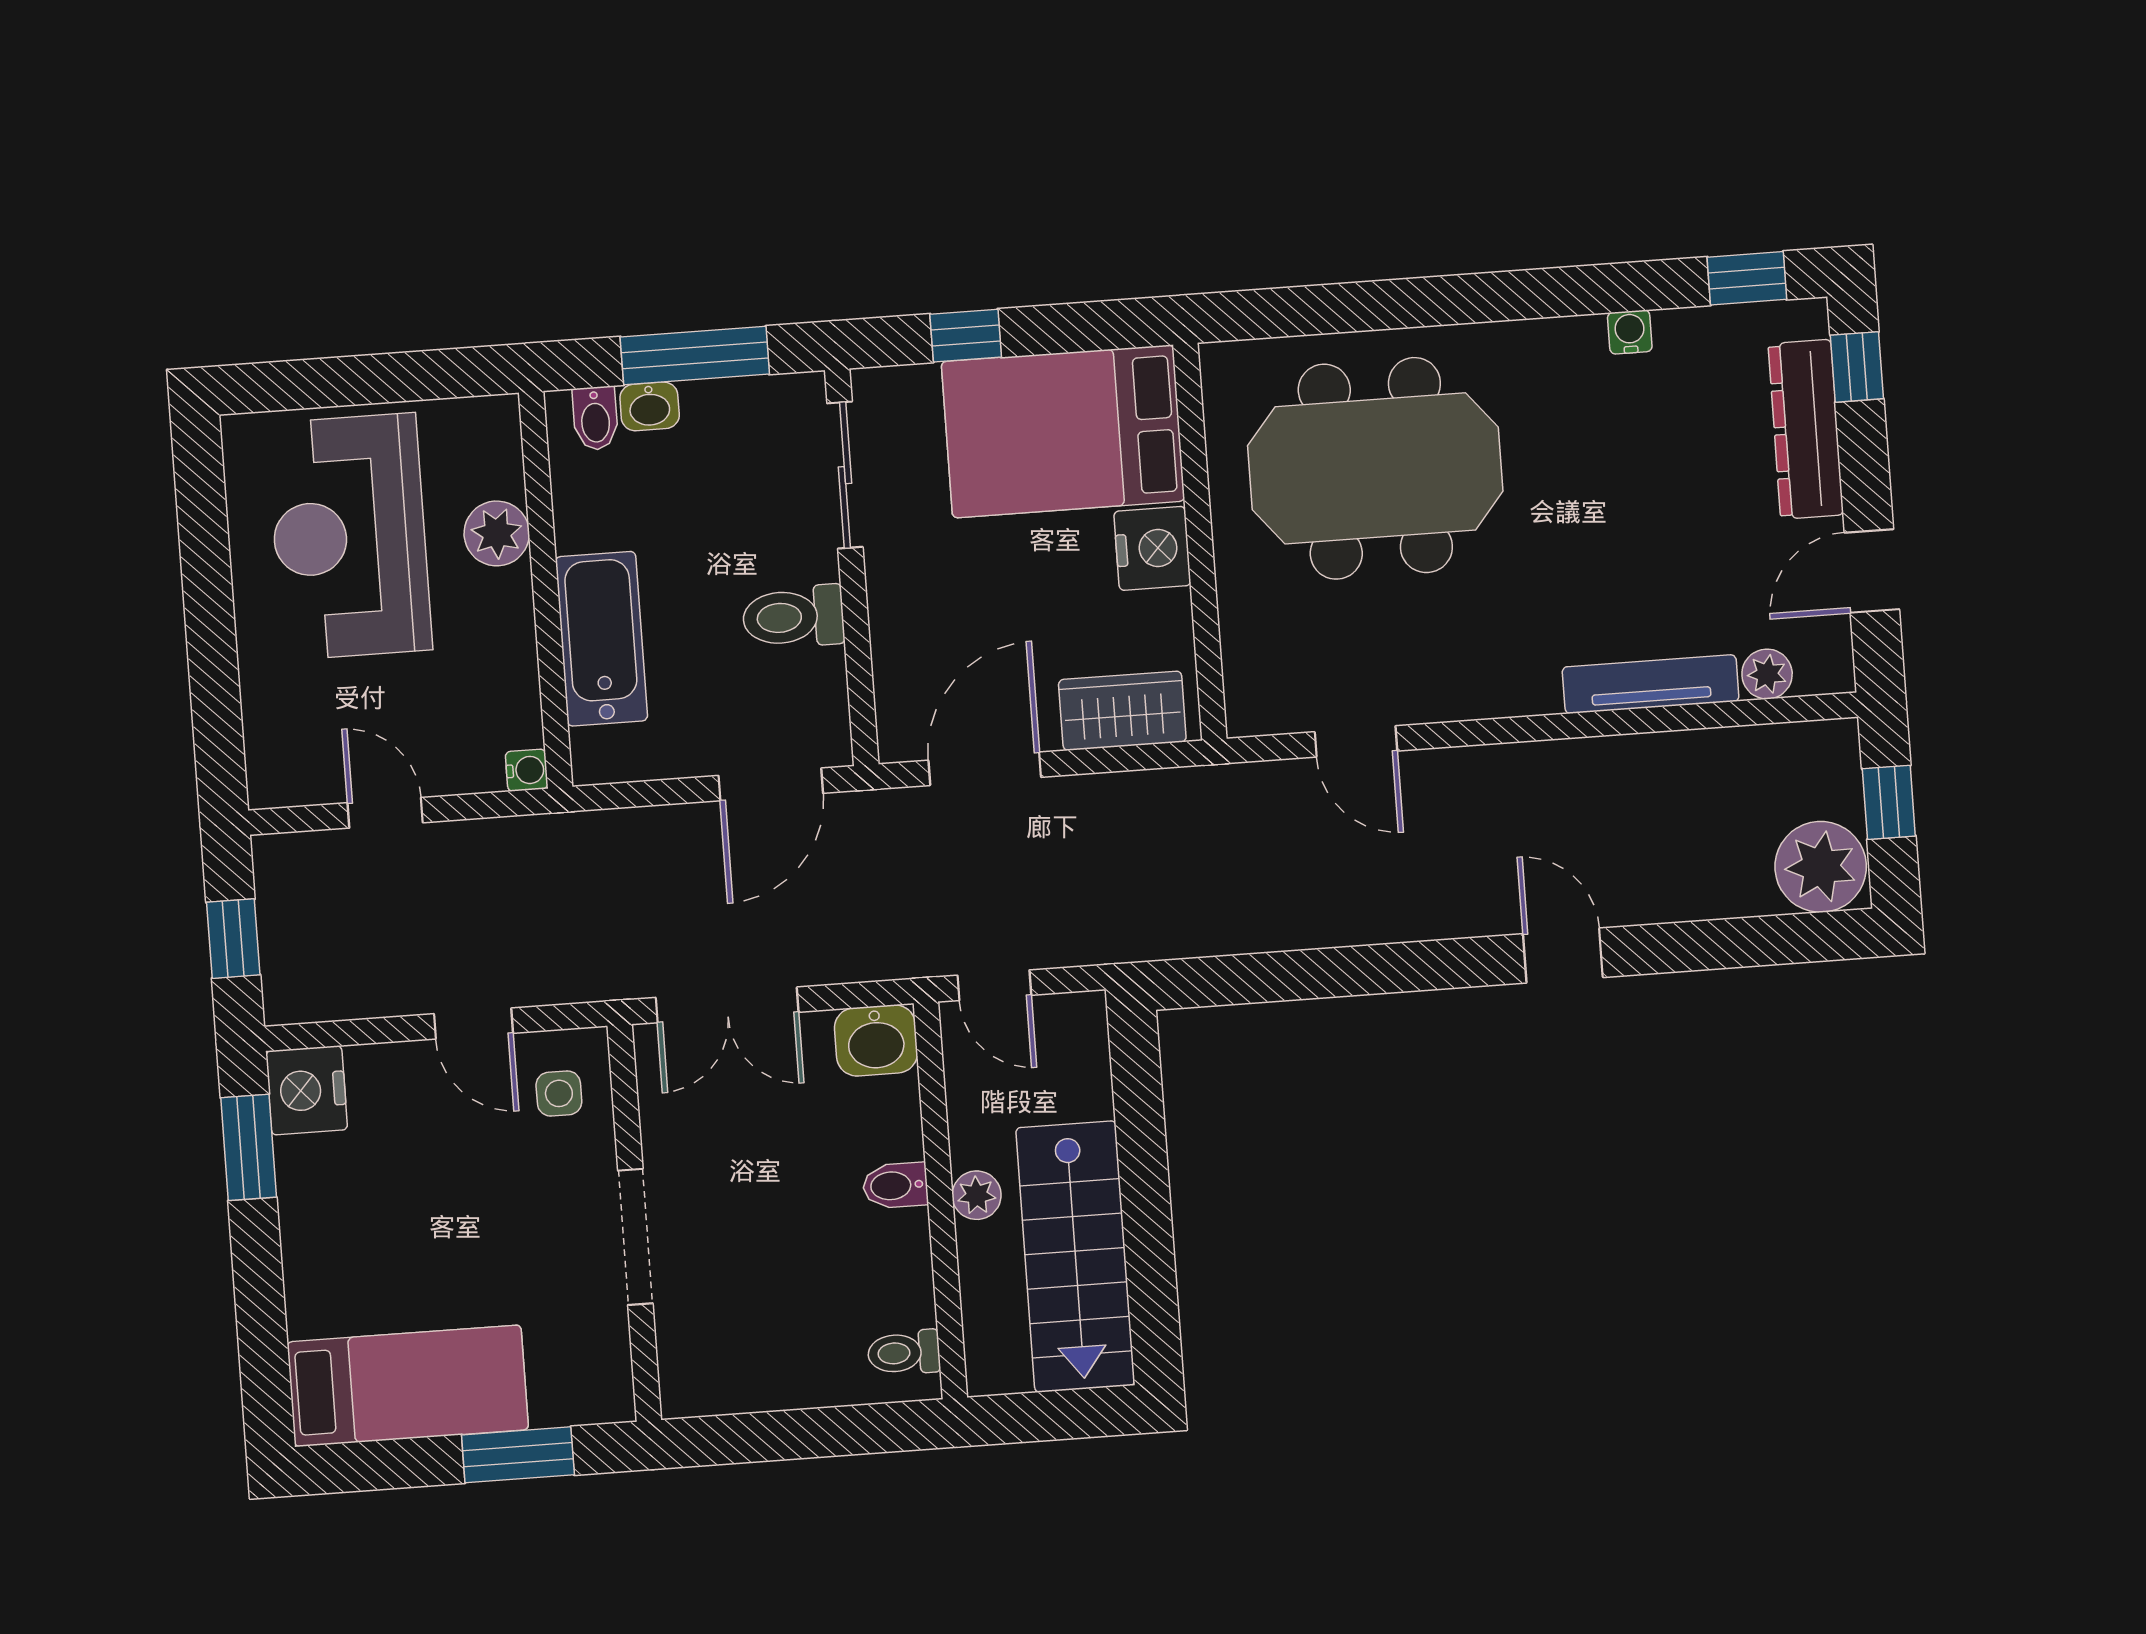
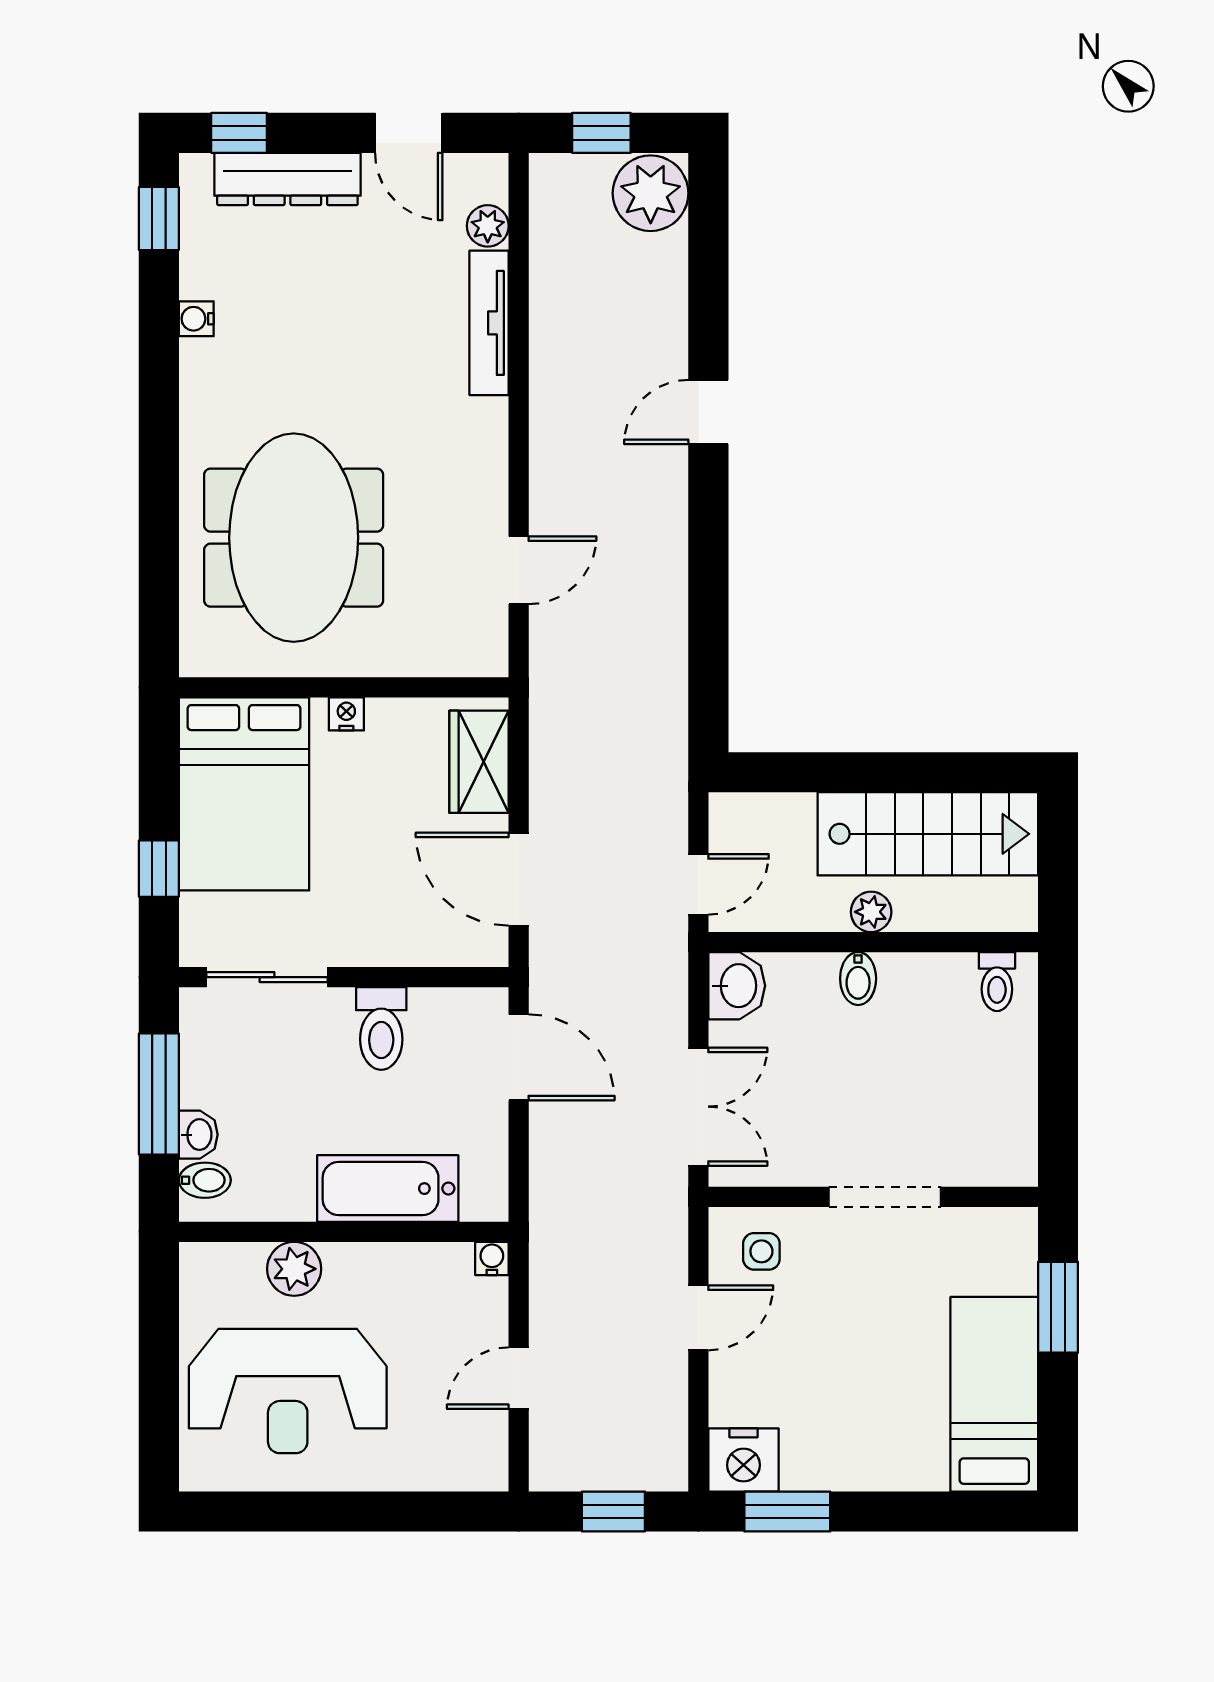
nightstand: (1152, 548) -> (346, 714), width x0.53, depth x0.56

